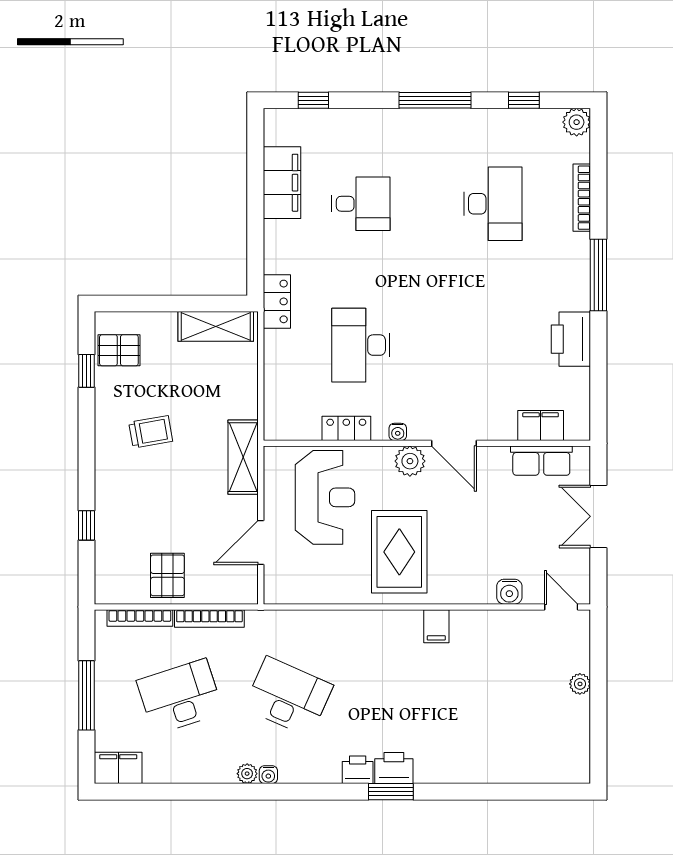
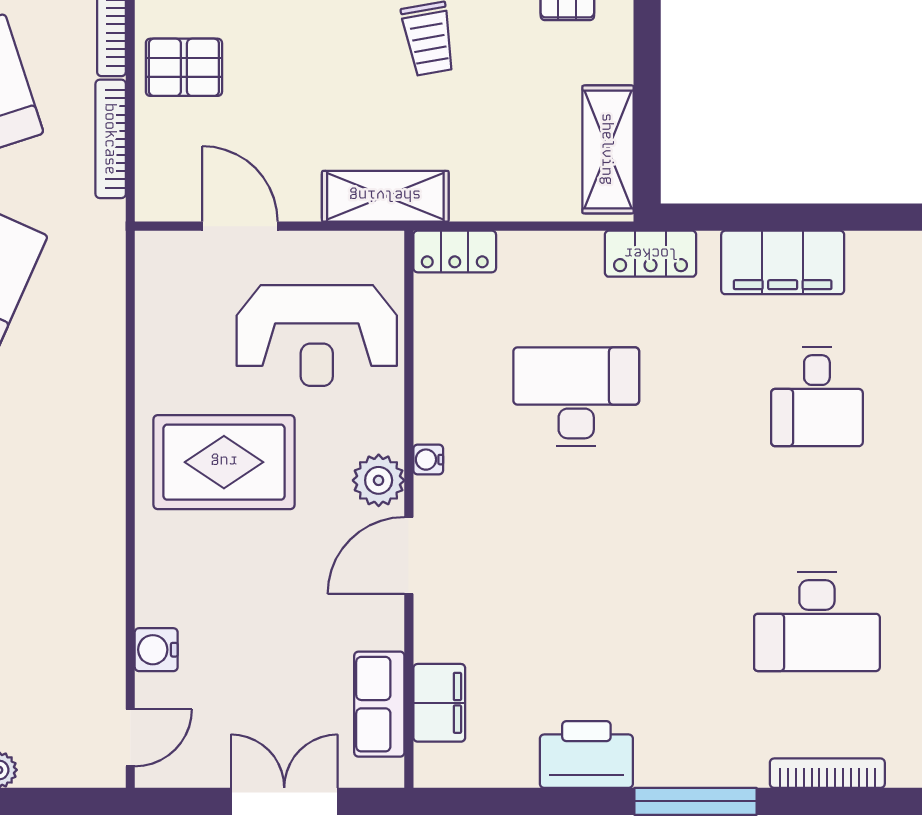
filing cabinet: (282, 183) -> (783, 262), moved
locker: (346, 428) -> (455, 251), moved, turned 90
filing cabinet: (436, 626) -> (97, 525), removed

